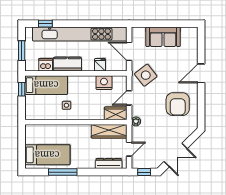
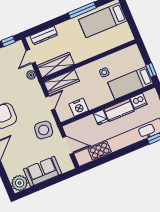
plant: (189, 35) -> (20, 183), added
fridge: (100, 65) -> (100, 117), moved
side table: (146, 75) -> (44, 130), turned 45
wardrobe: (116, 113) -> (62, 82), width x1.50
plant: (136, 121) -> (31, 75), moved

